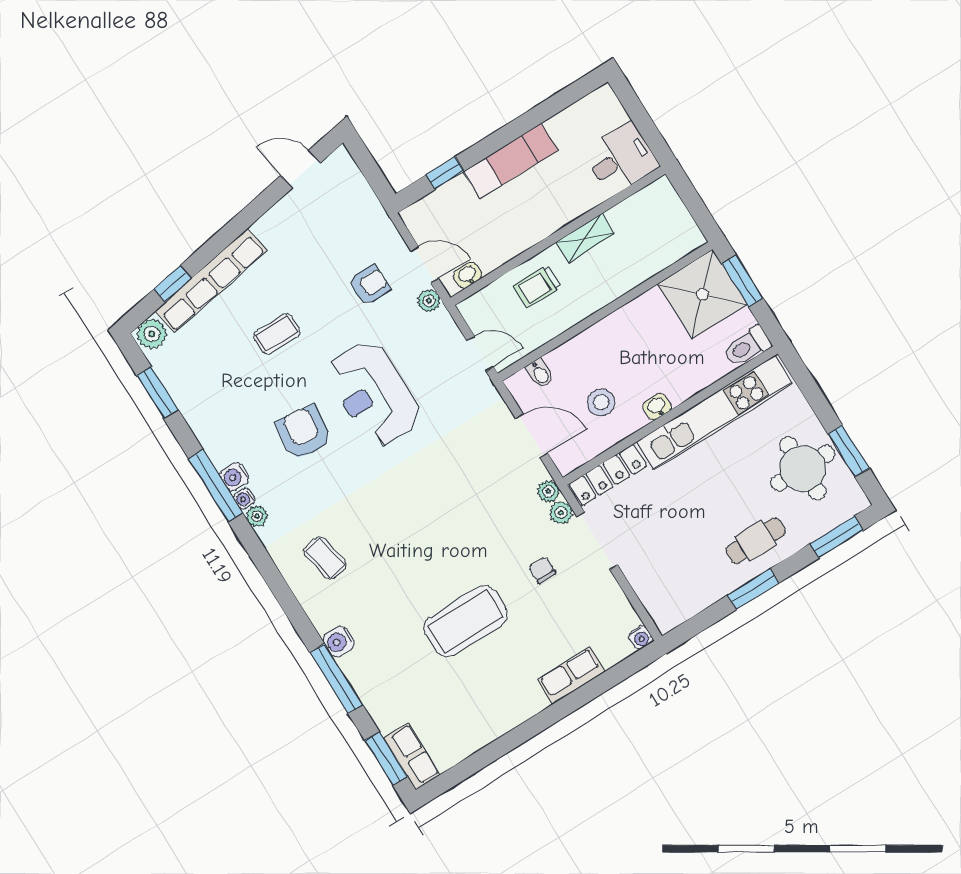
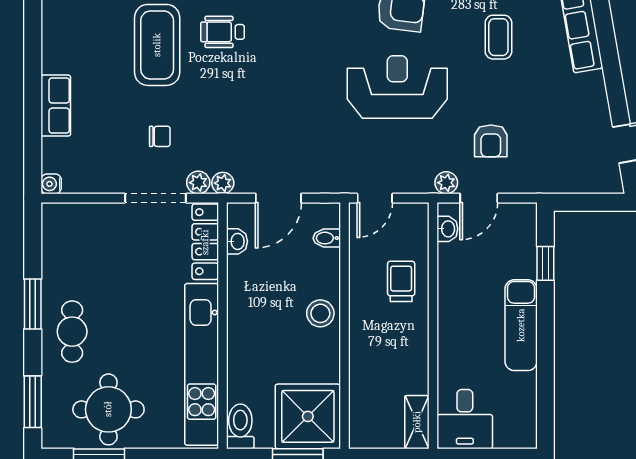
shelving: (585, 238) -> (417, 422), moved
stool: (601, 402) -> (320, 313), moved
washbasin: (657, 407) -> (237, 241), moved
wheelchair: (420, 572) -> (222, 32), added

